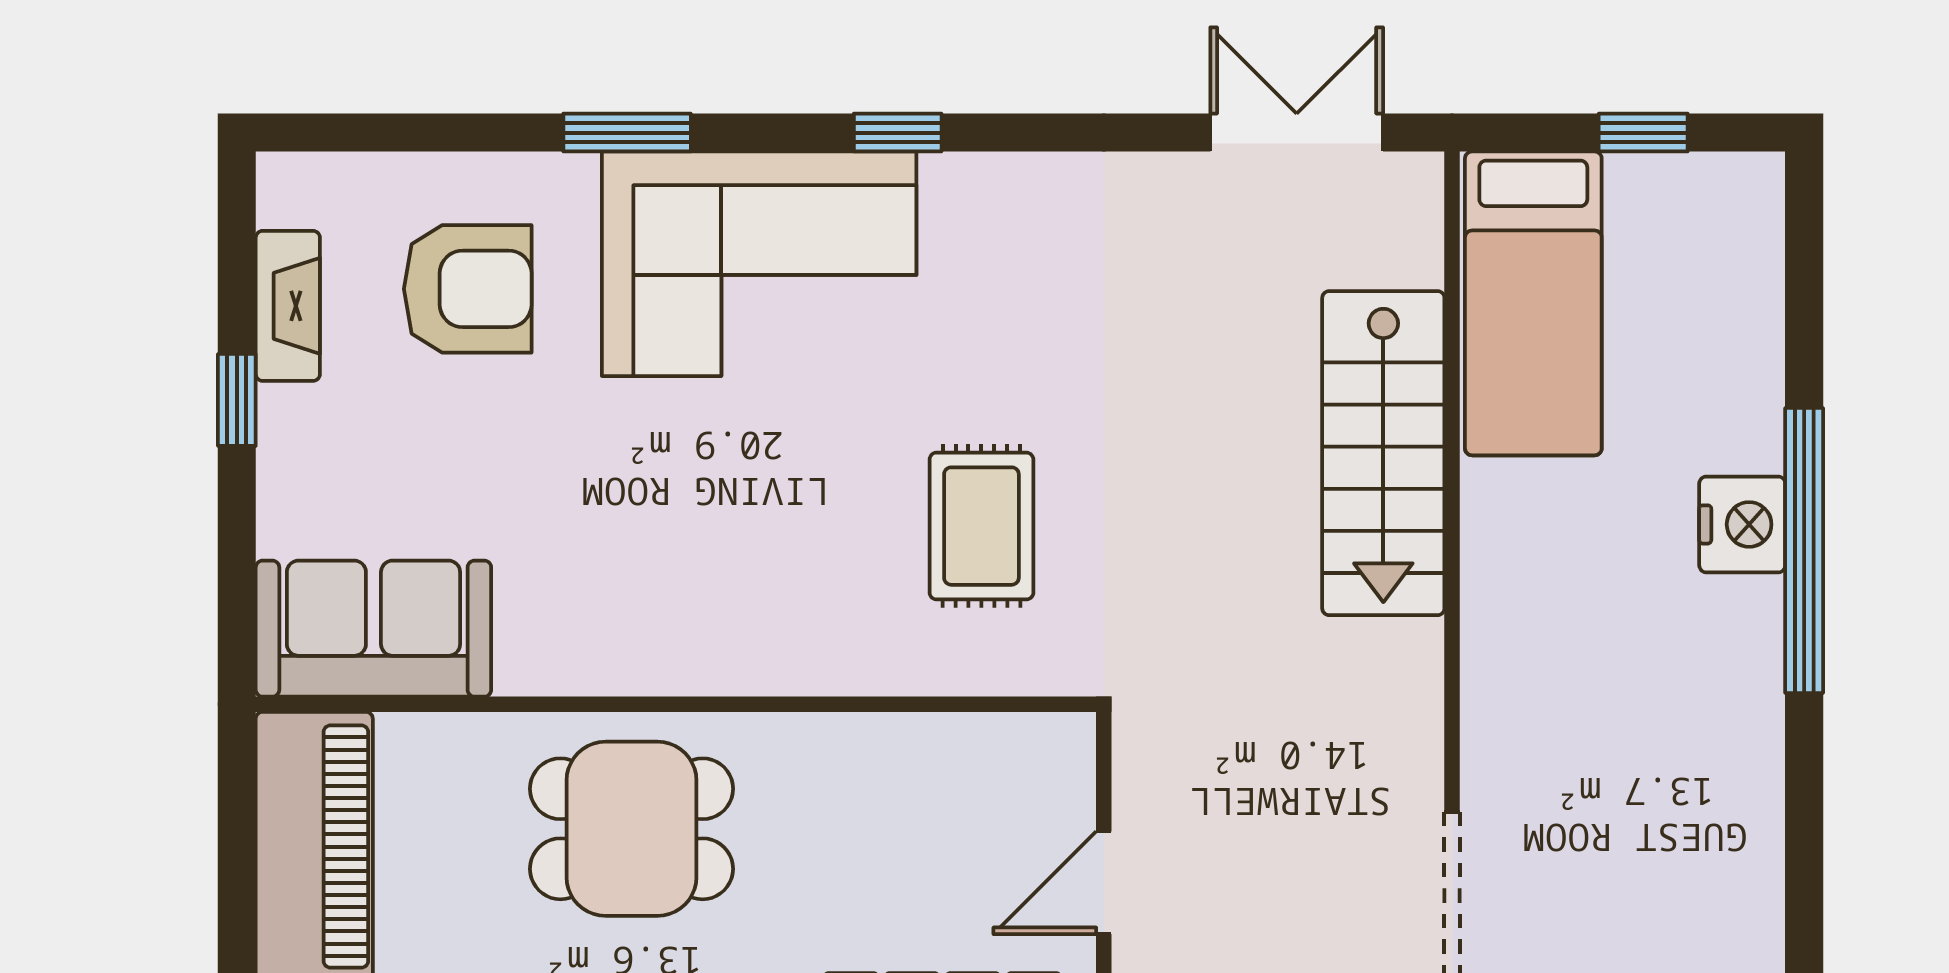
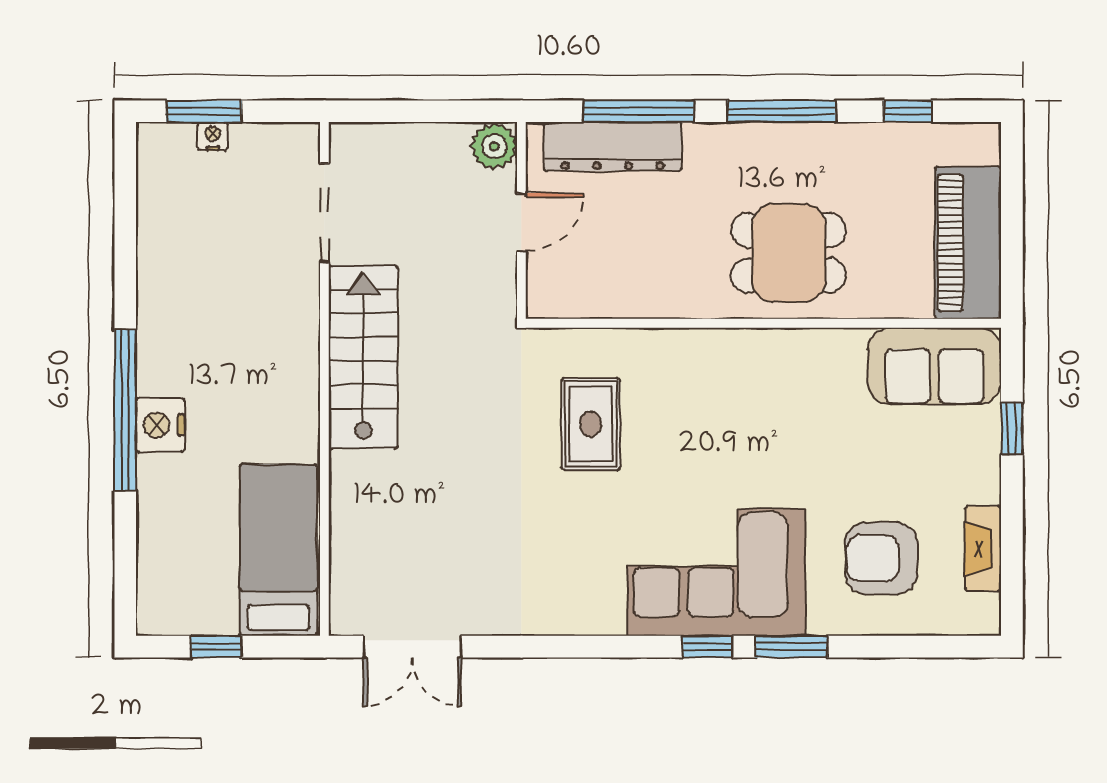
window: (898, 133) -> (708, 647), moved
window: (237, 400) -> (1012, 428), moved
stairs: (1383, 453) -> (363, 357), moved

